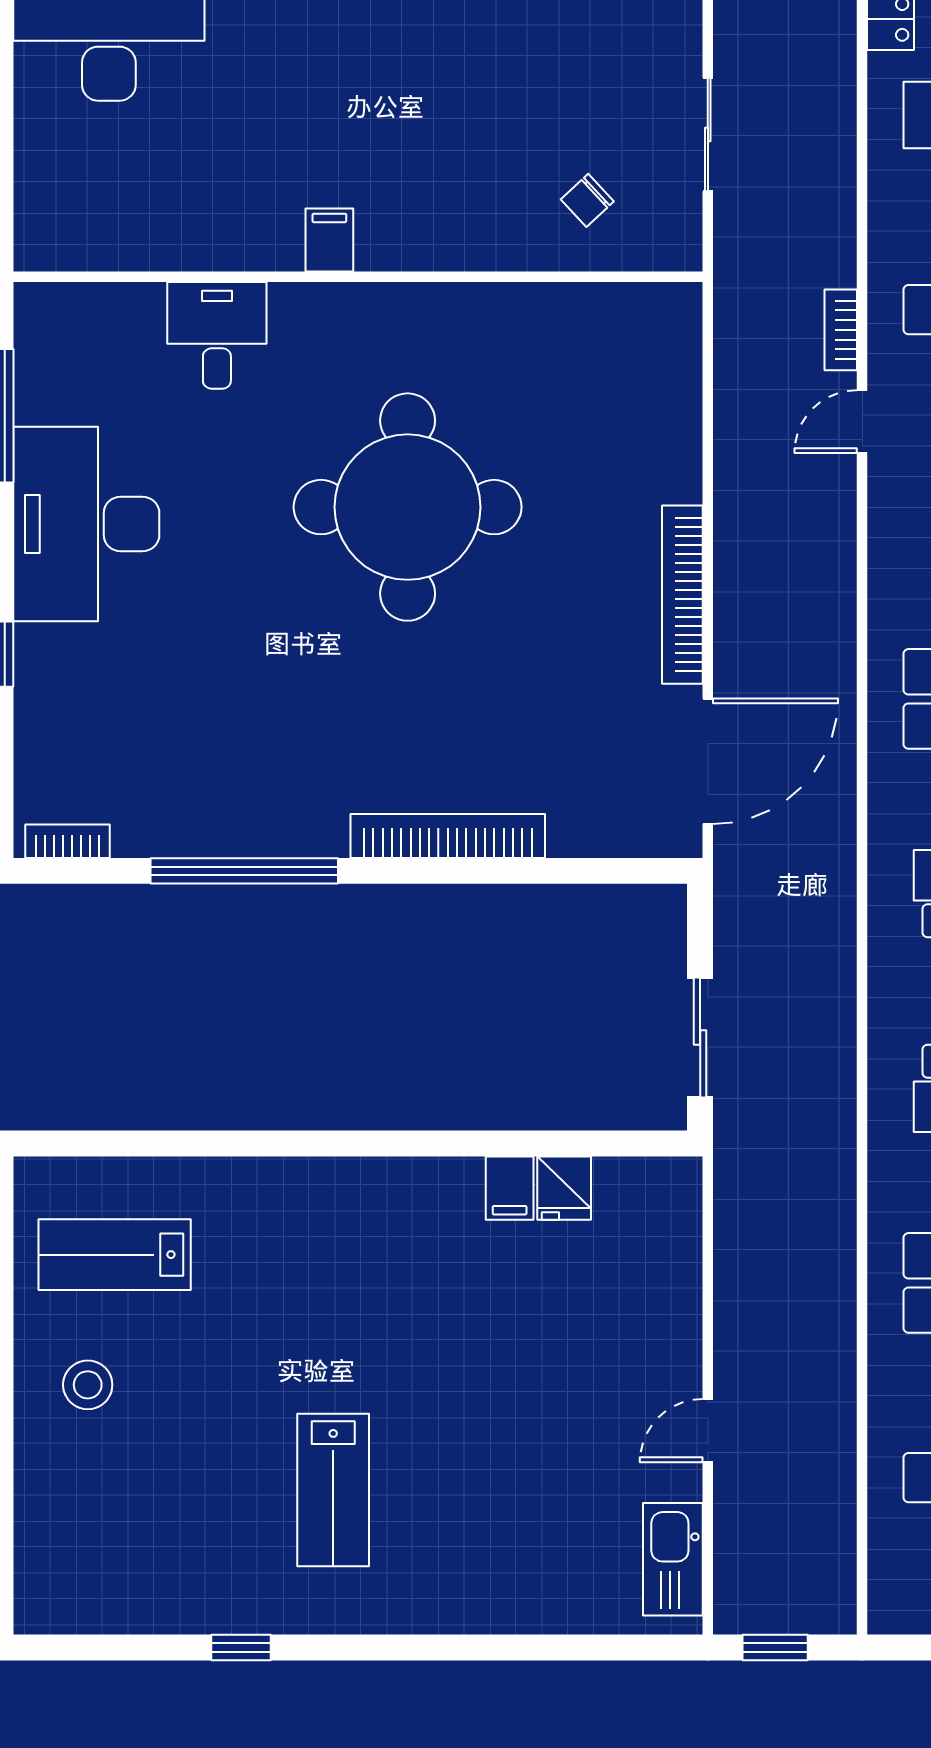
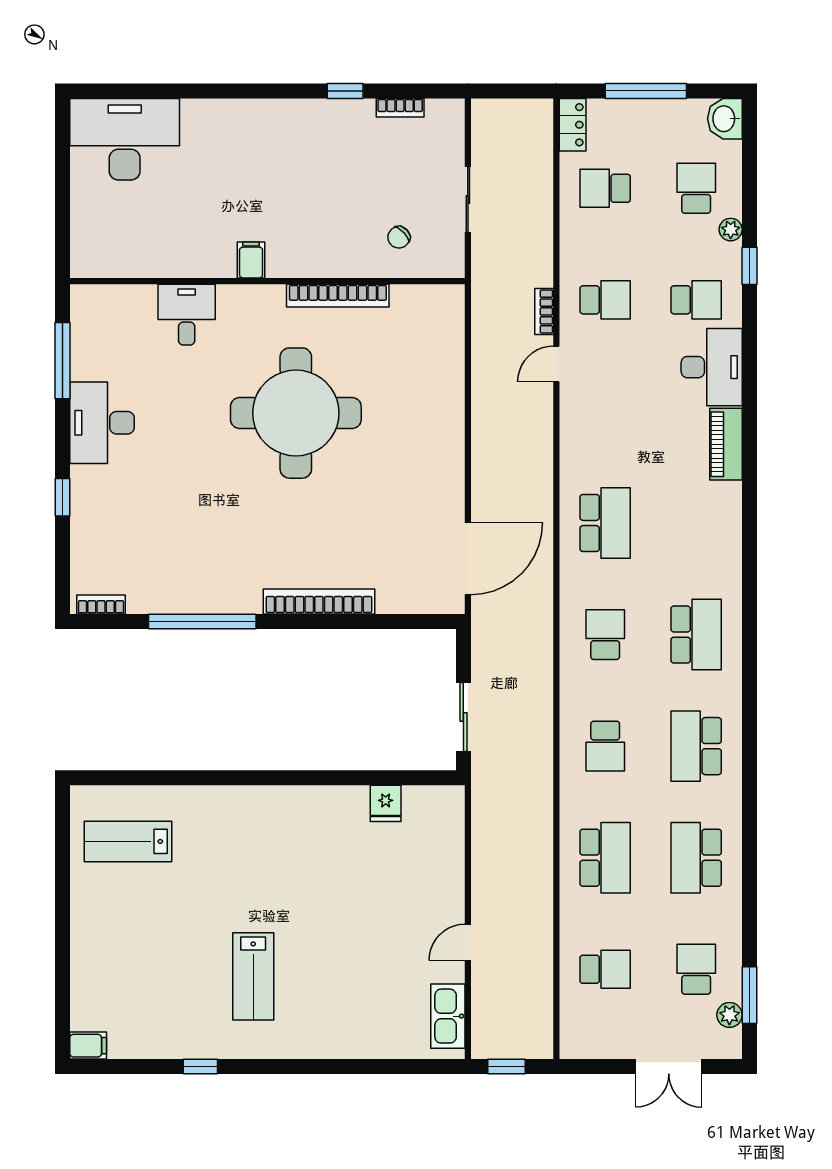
desk: (86, 524) -> (102, 423), width x0.73, depth x0.77
bookcase: (682, 595) -> (338, 296), moved, turned -90
filing cabinet: (510, 1188) -> (88, 1046), moved, turned -90
stool: (88, 1385) -> (113, 916), removed

